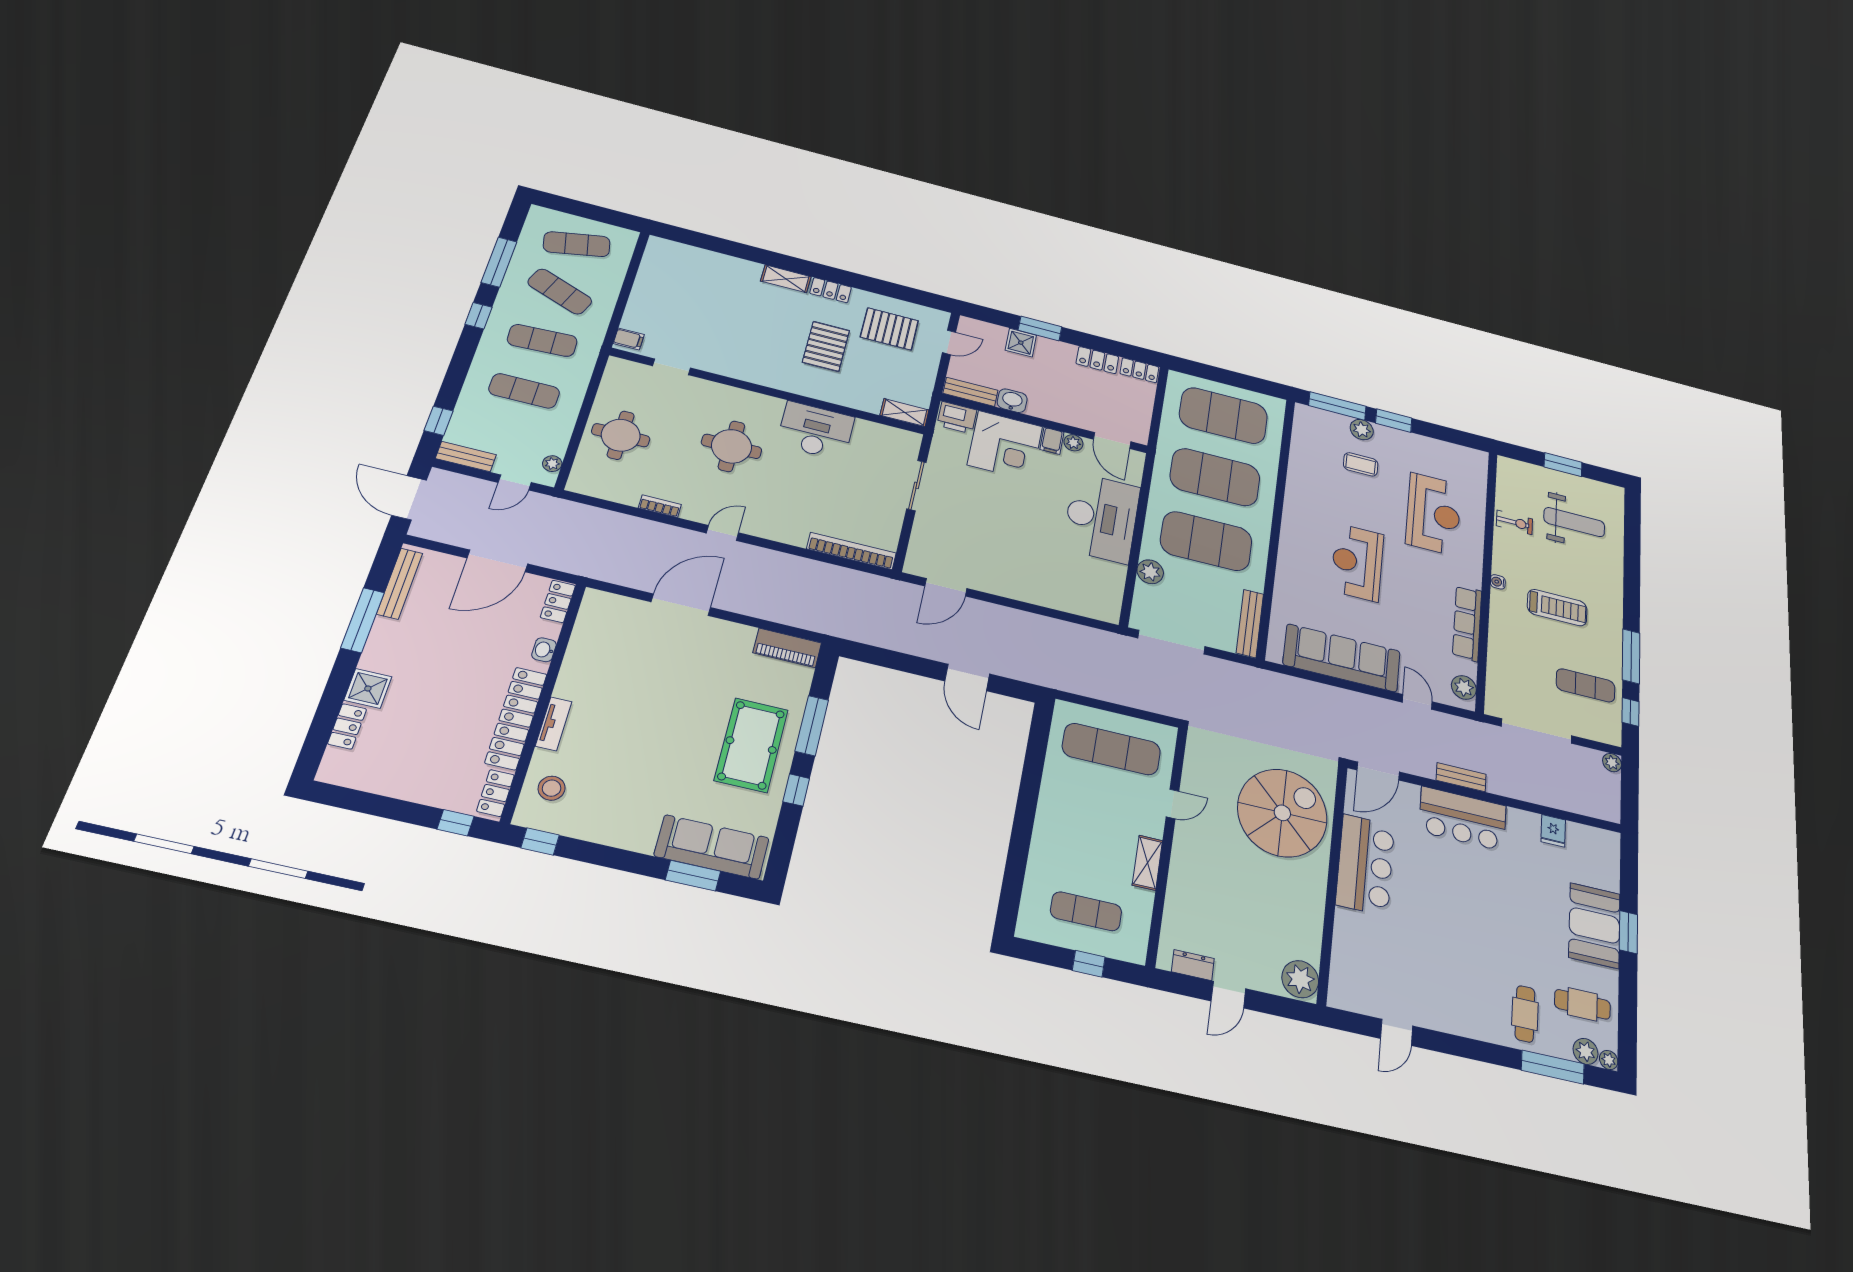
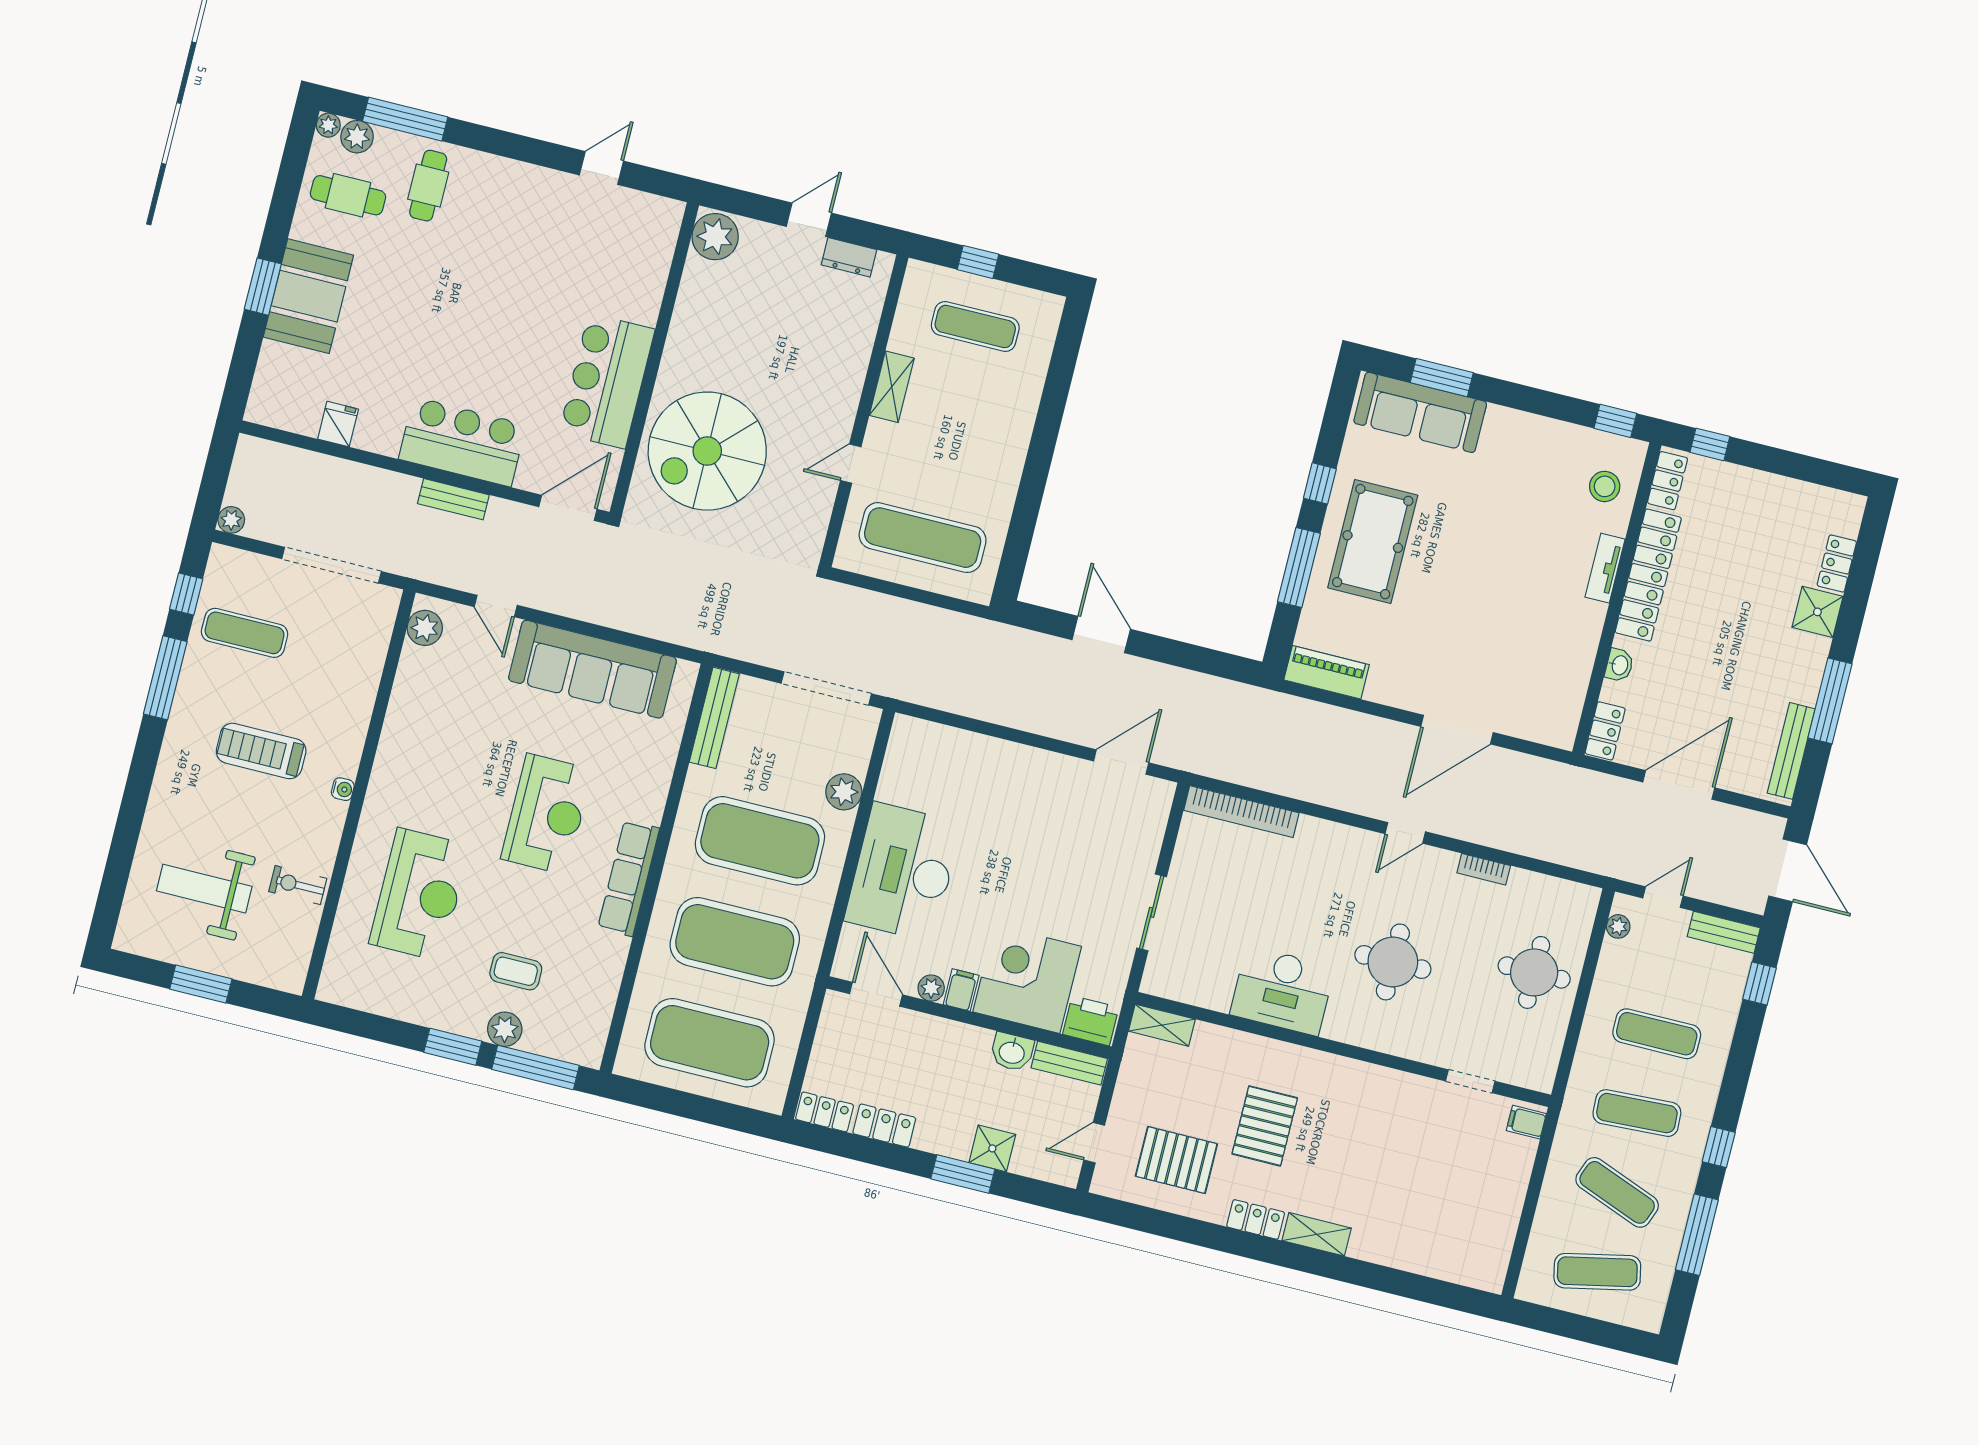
reception desk: (1433, 514) -> (419, 894), turned 180
row of seats: (1467, 623) -> (629, 878), moved, turned 180

